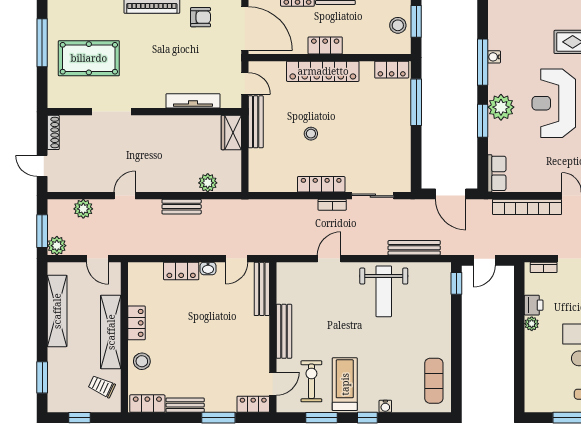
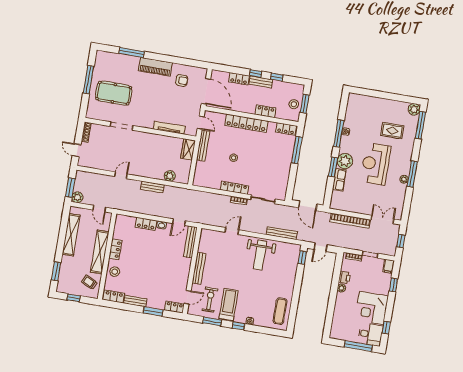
locker: (325, 45) -> (266, 111), moved
row of seats: (497, 173) -> (339, 180), moved
plant: (83, 209) -> (96, 179), removed

